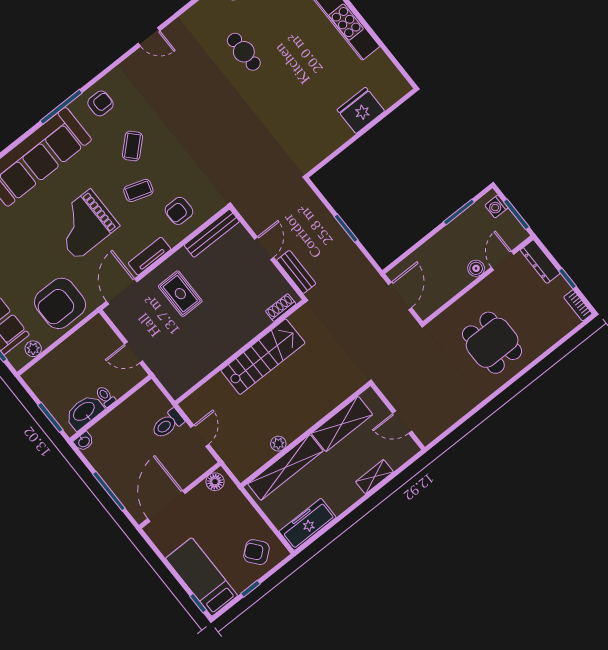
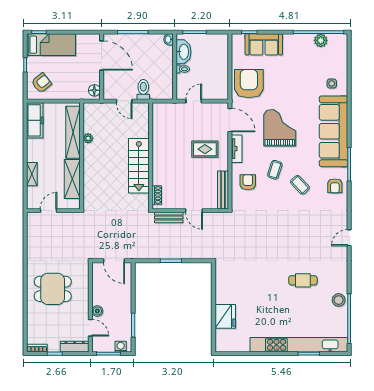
plant: (33, 349) -> (237, 51), removed

